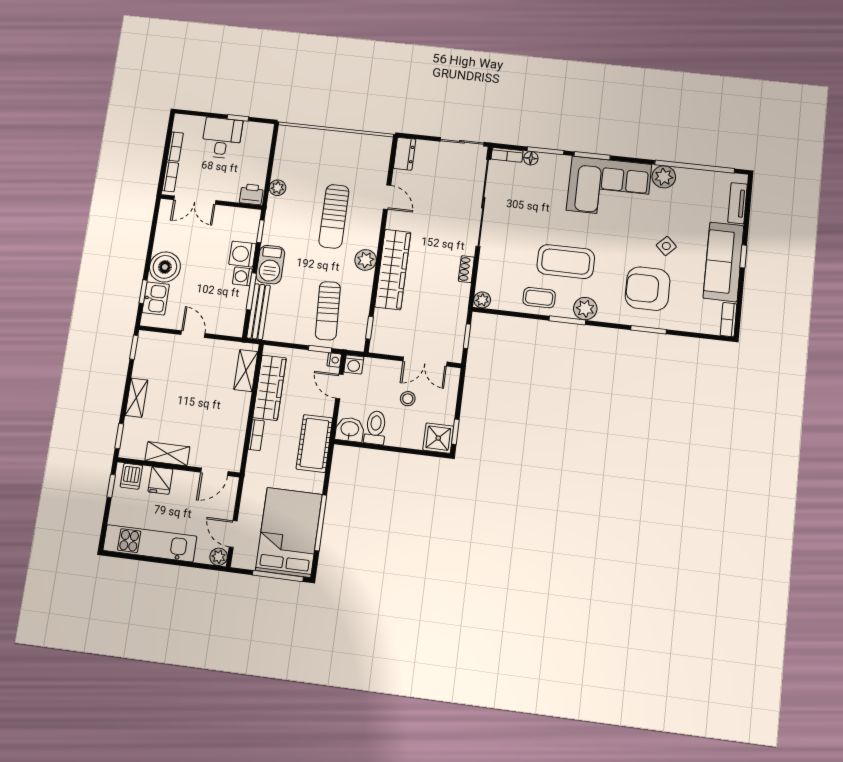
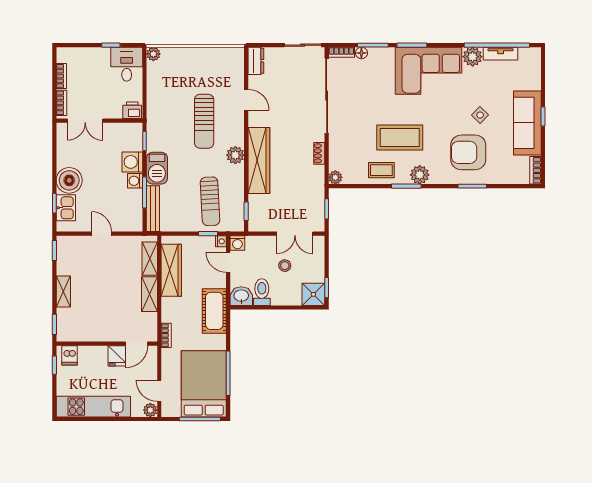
desk: (222, 138) -> (127, 64), moved
plant: (278, 188) -> (153, 54), moved
tv unit: (738, 203) -> (501, 54), moved, turned -90
bookcase: (256, 435) -> (166, 335), moved
shelving: (167, 454) -> (149, 294), moved, turned 90
fridge: (160, 480) -> (117, 356), moved

